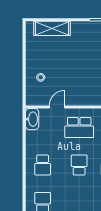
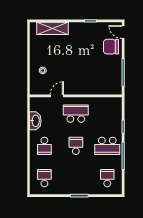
washbasin: (32, 119) -> (35, 121), moved
school desk: (79, 128) -> (76, 114), turned 180

